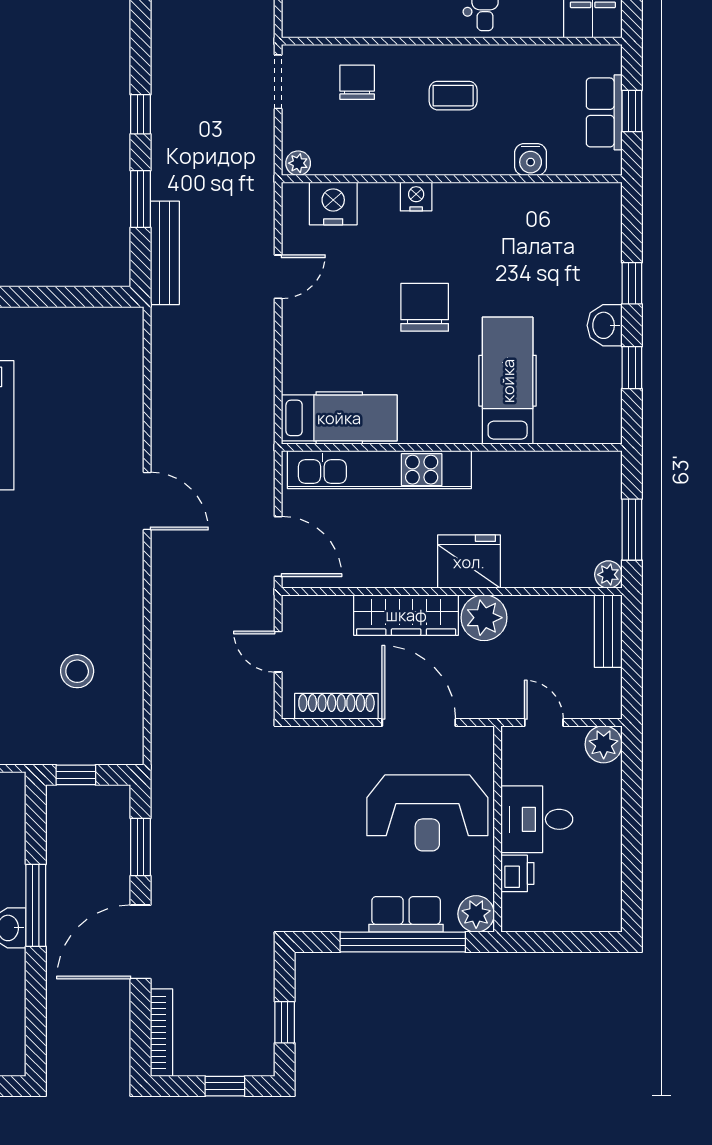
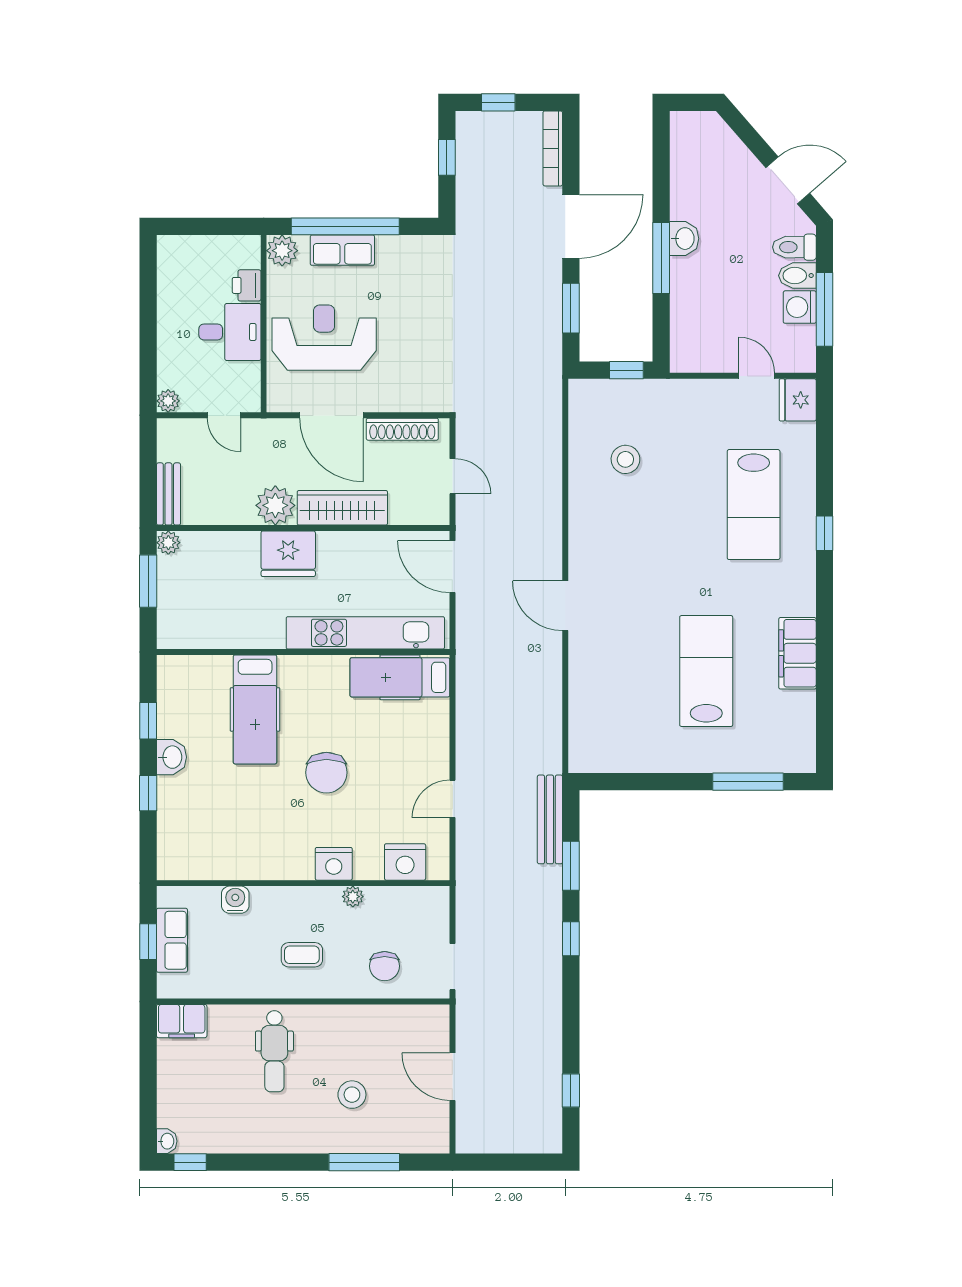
plant: (298, 163) -> (353, 897), moved
nightstand: (416, 197) -> (334, 864), width x1.36, depth x1.33
plant: (604, 744) -> (168, 401), width x0.73, depth x0.73

